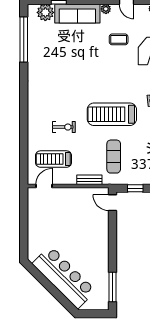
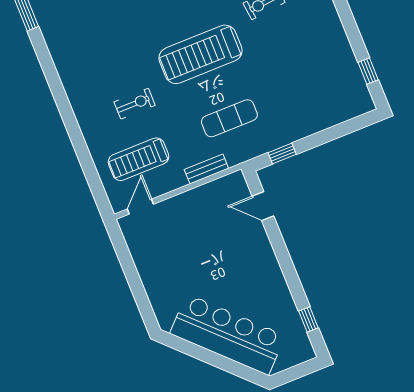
exercise mat: (114, 157) -> (229, 118), turned 90
door: (113, 203) -> (263, 206), moved
window: (113, 287) -> (308, 319), width x0.46

